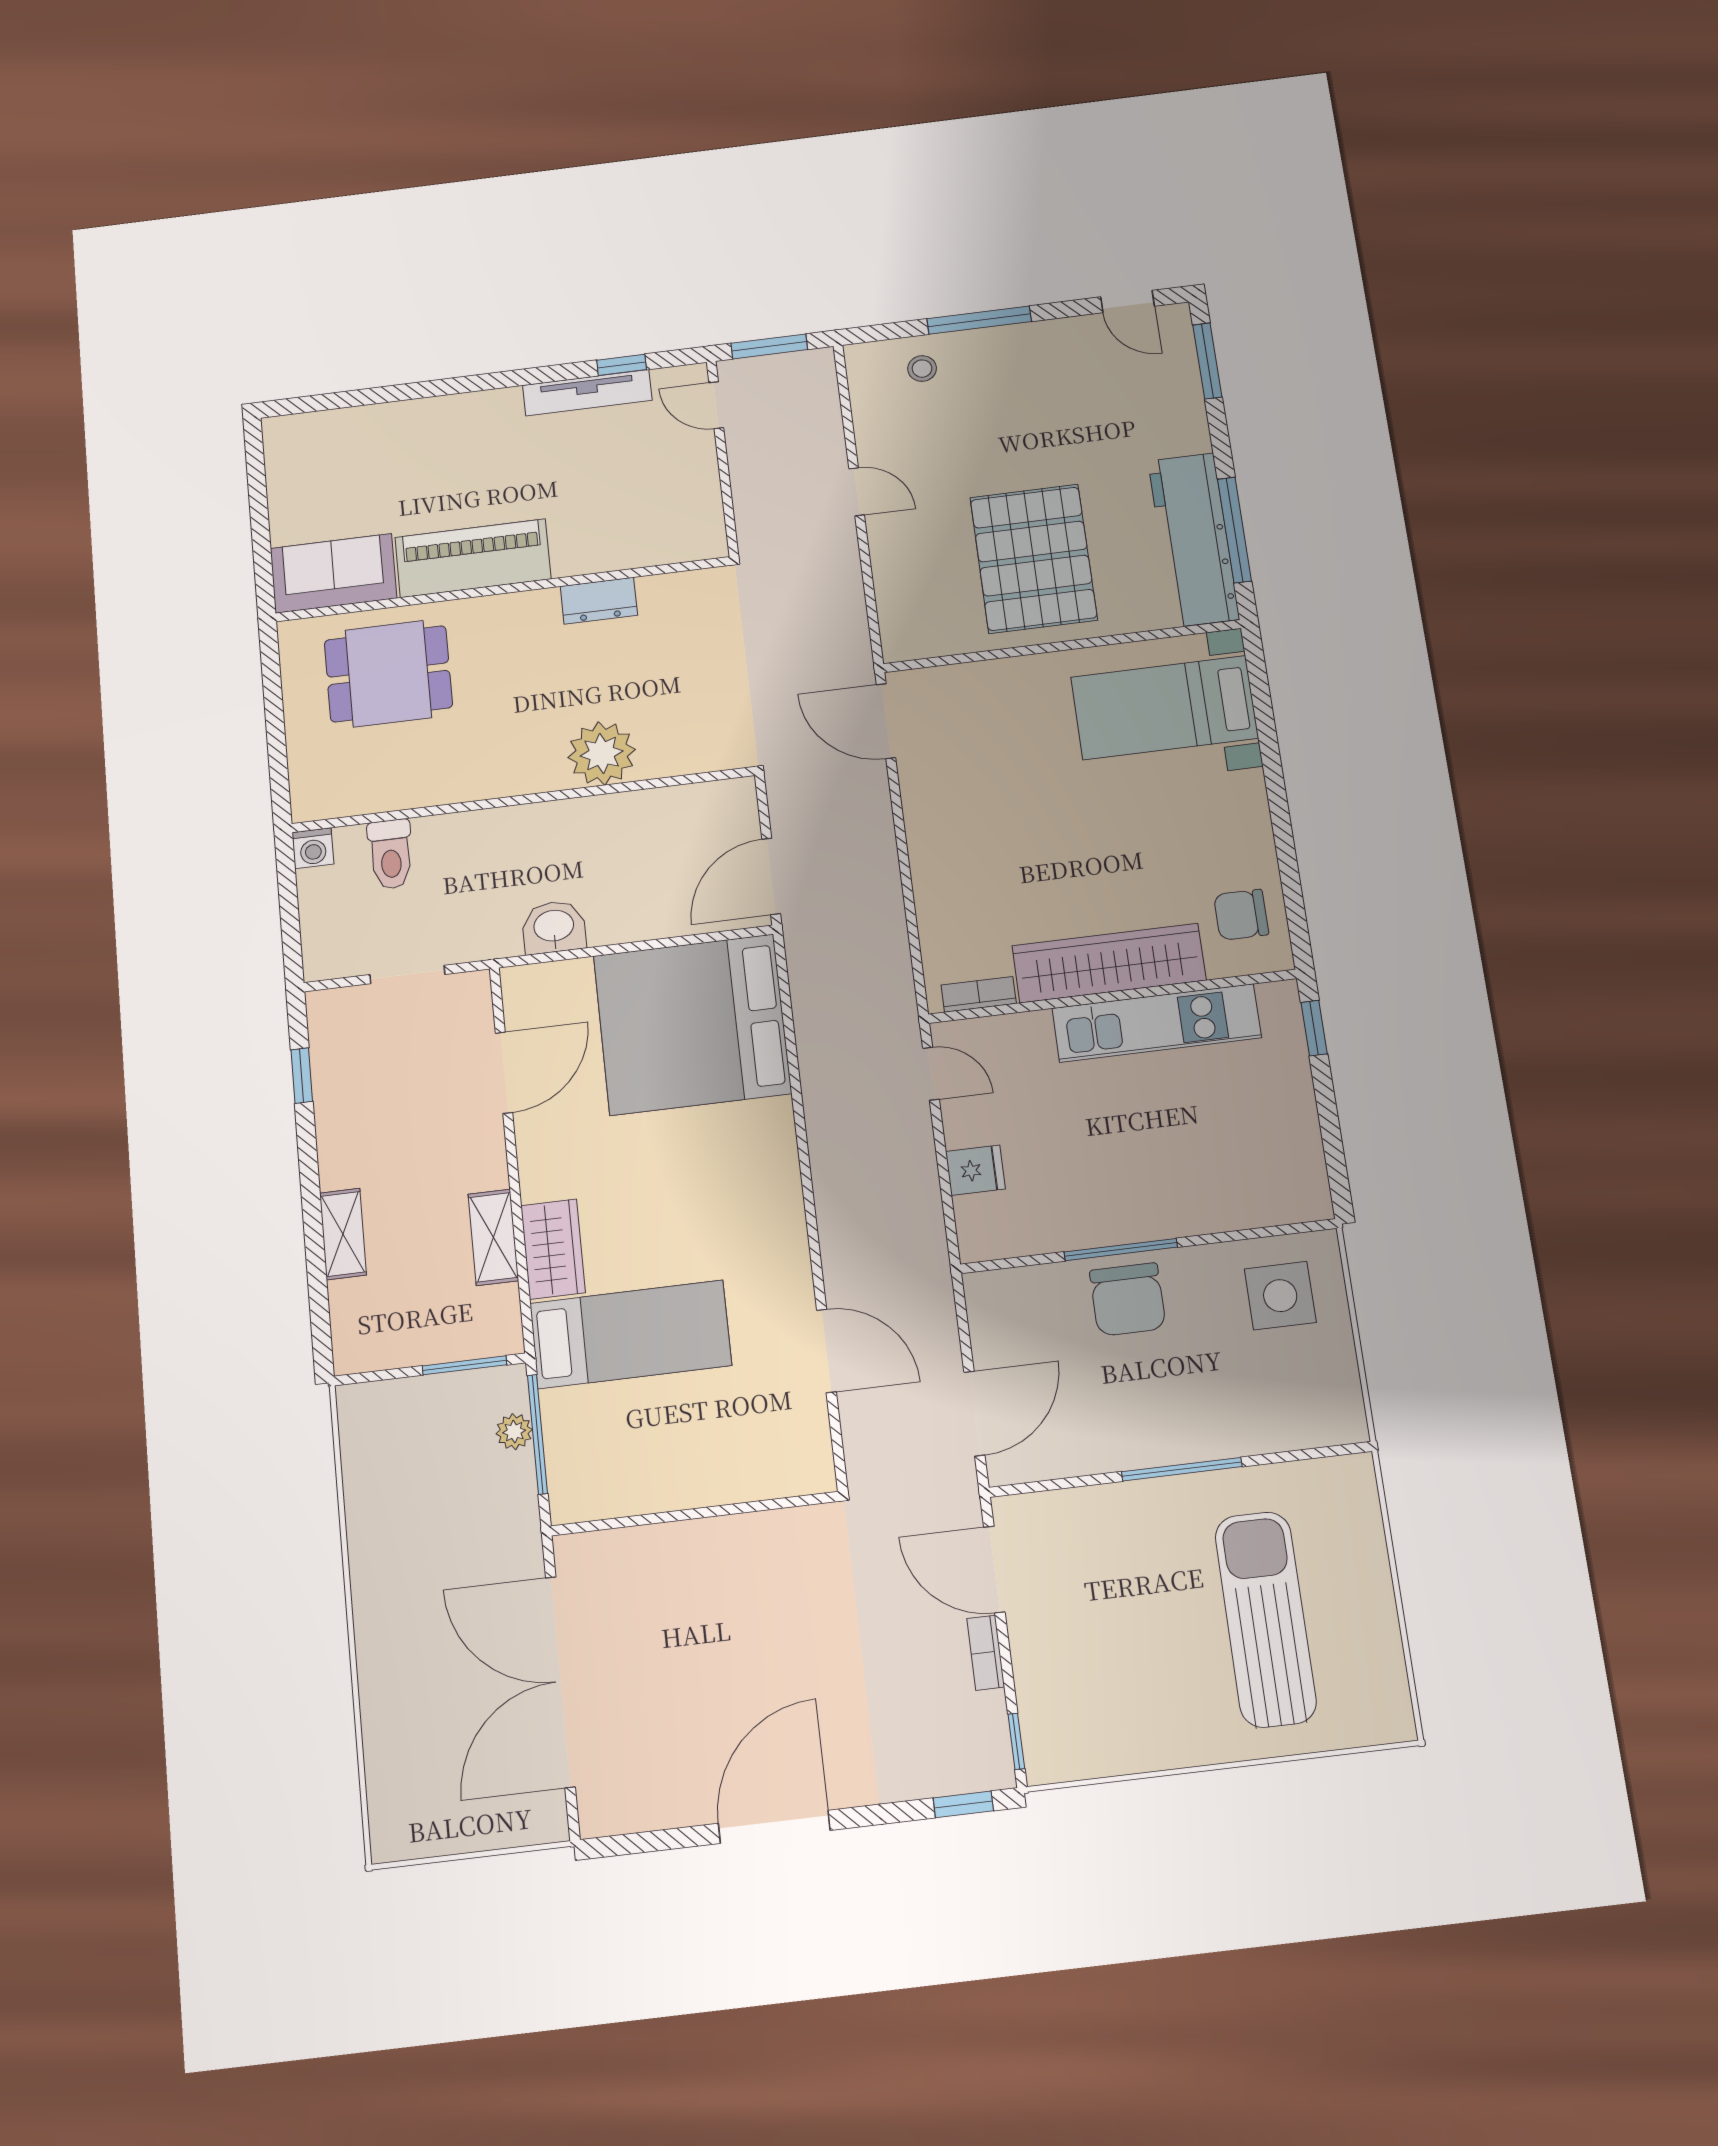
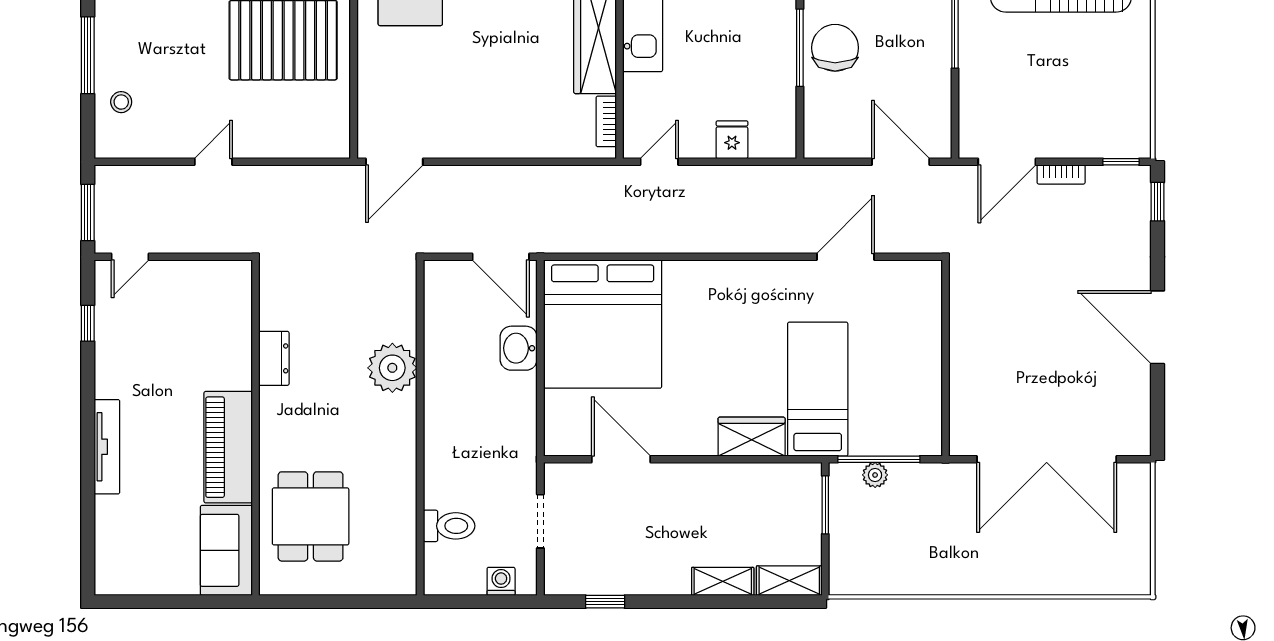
tv unit: (587, 393) -> (107, 447), moved
washing machine: (313, 848) -> (501, 581), moved, turned -90
washbasin: (554, 927) -> (519, 348), moved
shelving: (493, 1237) -> (789, 581), moved
chair: (1128, 1299) -> (835, 48), turned -90

